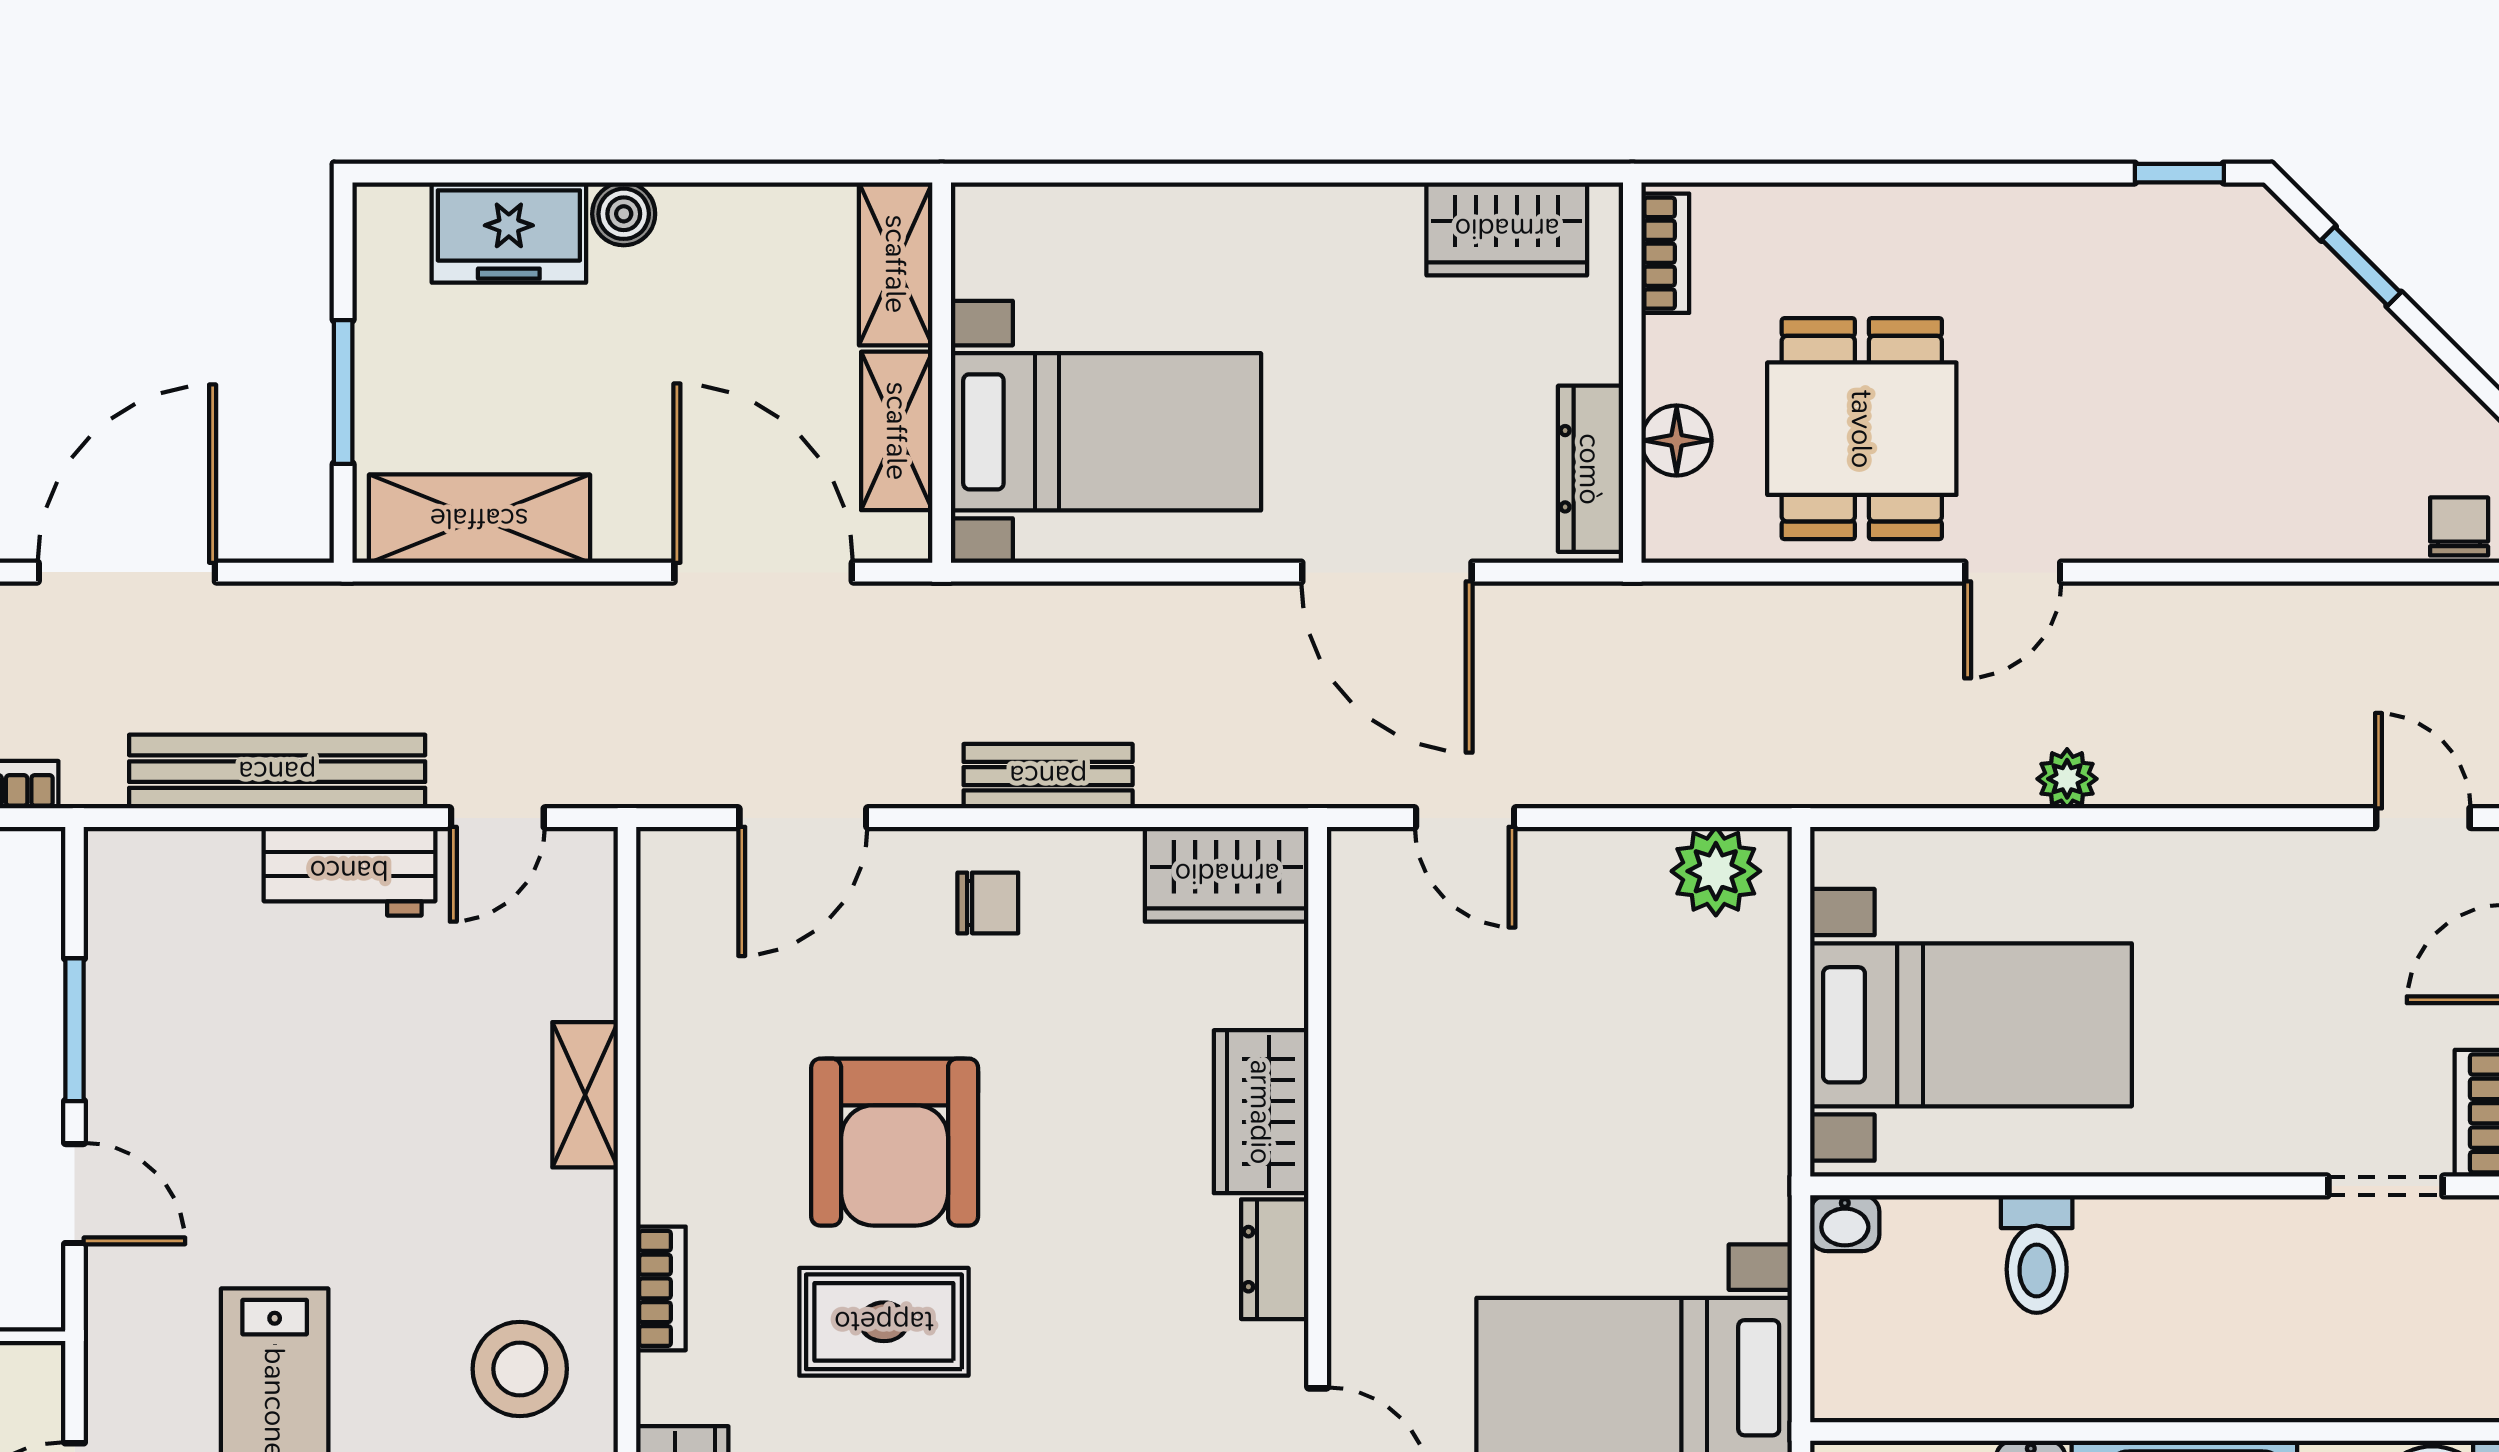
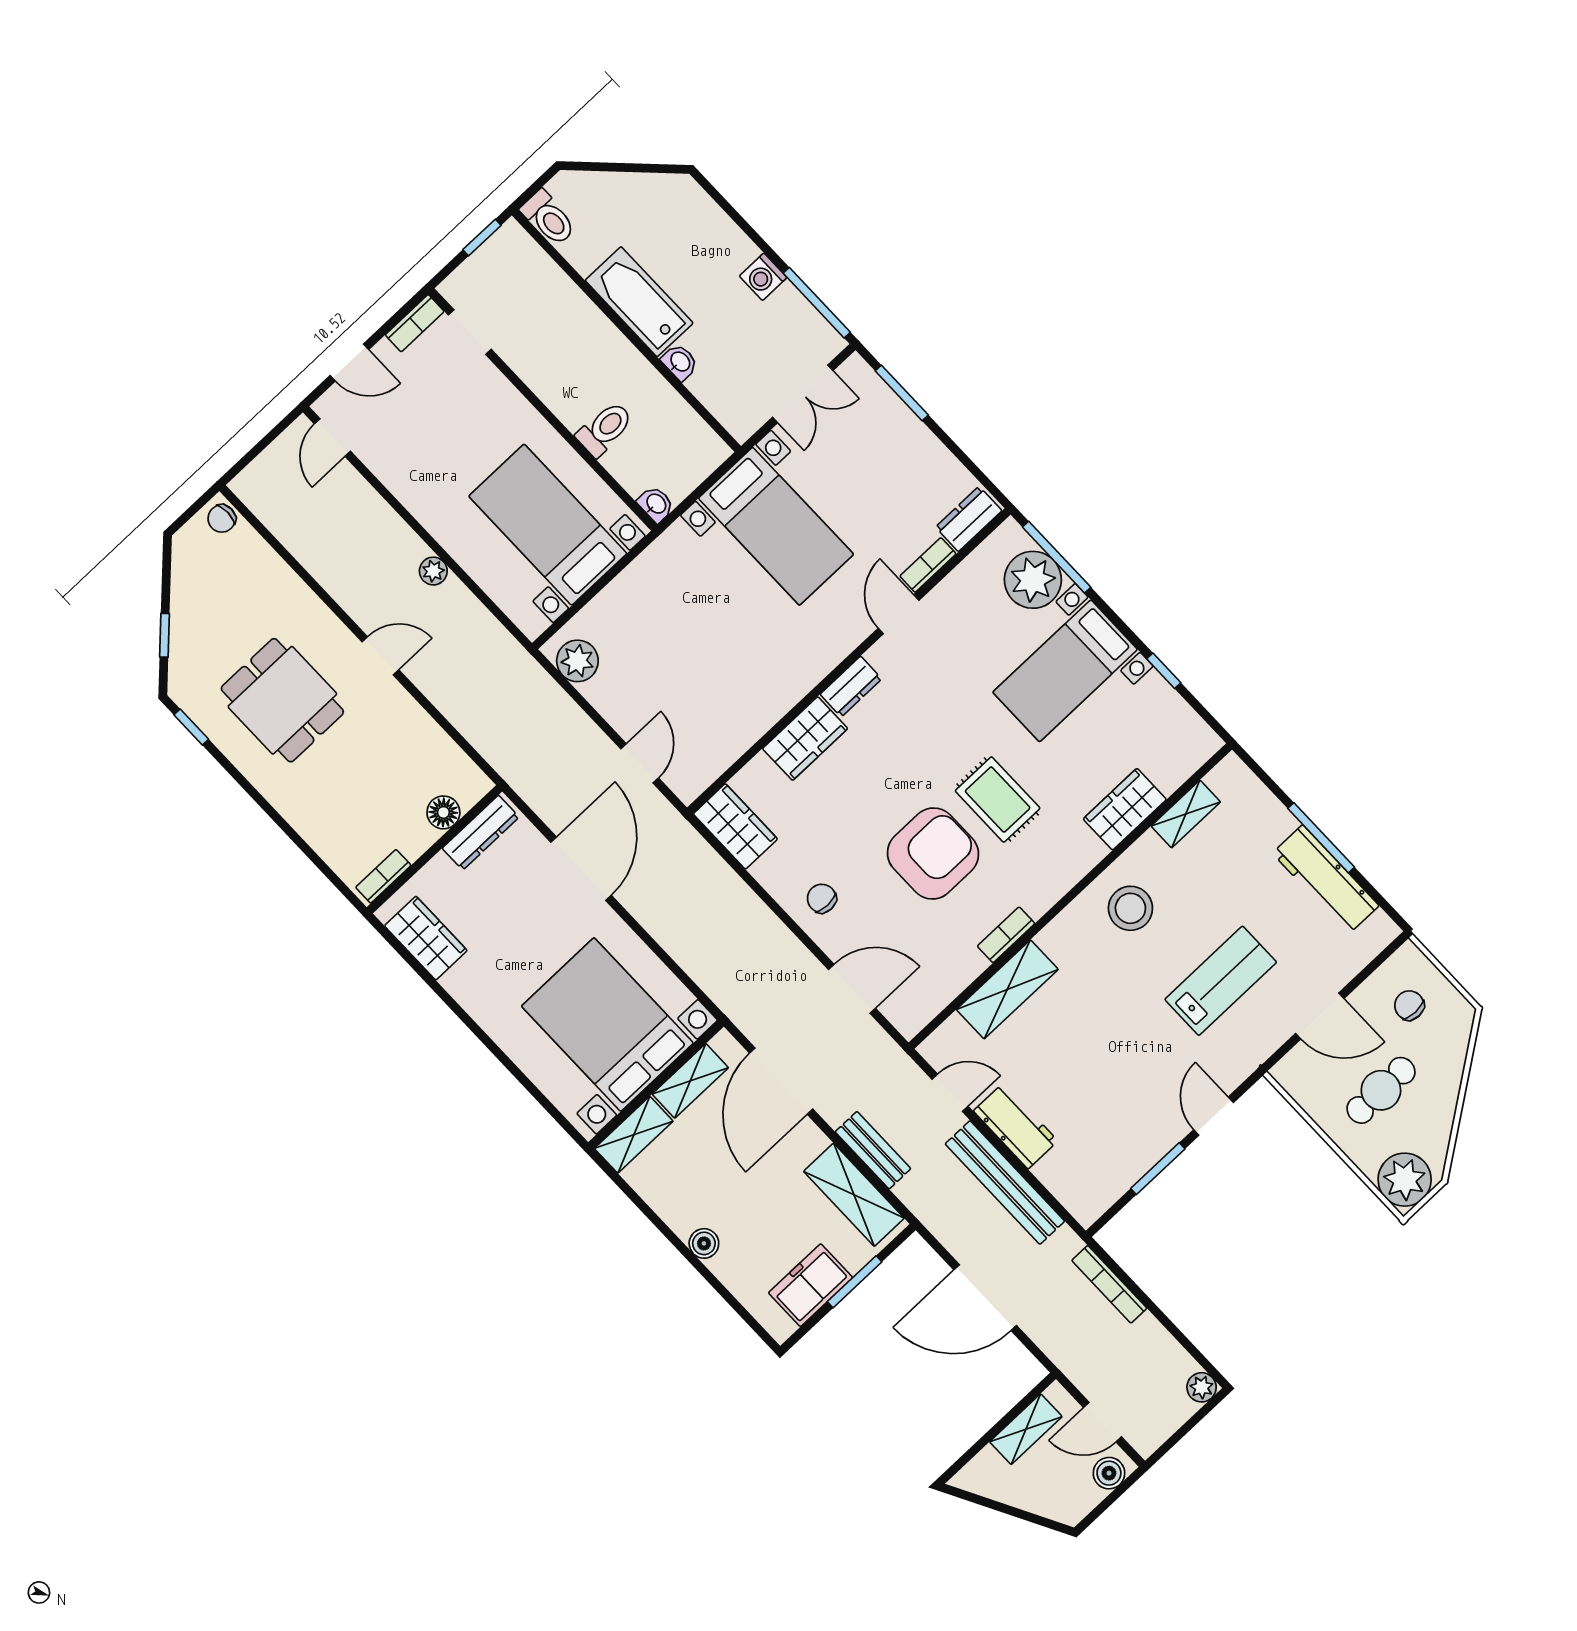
freezer: (509, 232) -> (810, 1285), moved, turned -90
dining table: (1862, 429) -> (282, 700), moved, turned 90
bed with nightstands: (1106, 432) -> (607, 1025), width x1.36
bench: (1048, 776) -> (873, 1150), moved
shelving: (585, 1095) -> (1007, 989), width x1.50, depth x1.33
bookcase: (661, 1288) -> (1006, 935), moved

